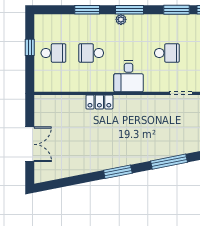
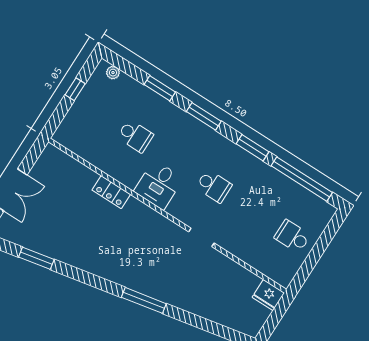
plant: (121, 19) -> (113, 73), moved
school desk: (53, 53) -> (96, 111), removed
school desk: (91, 53) -> (135, 136), turned 180
window: (118, 172) -> (36, 258), moved

